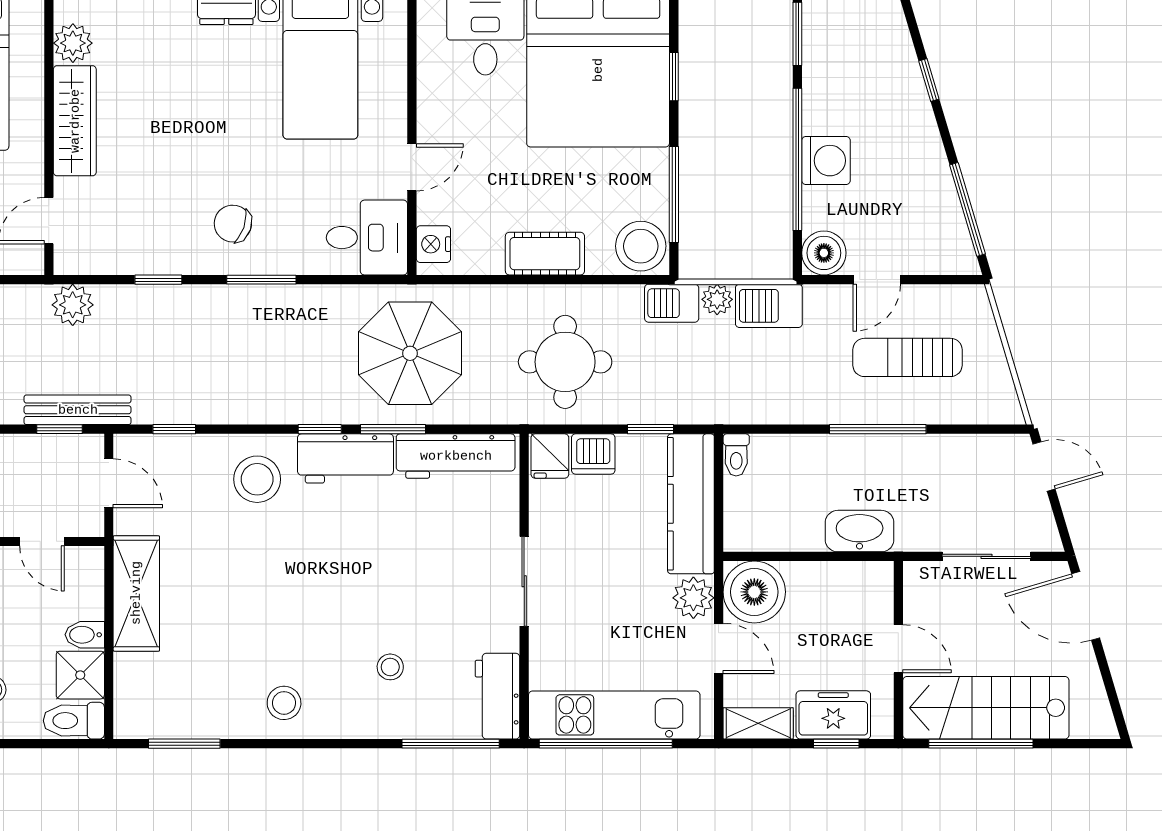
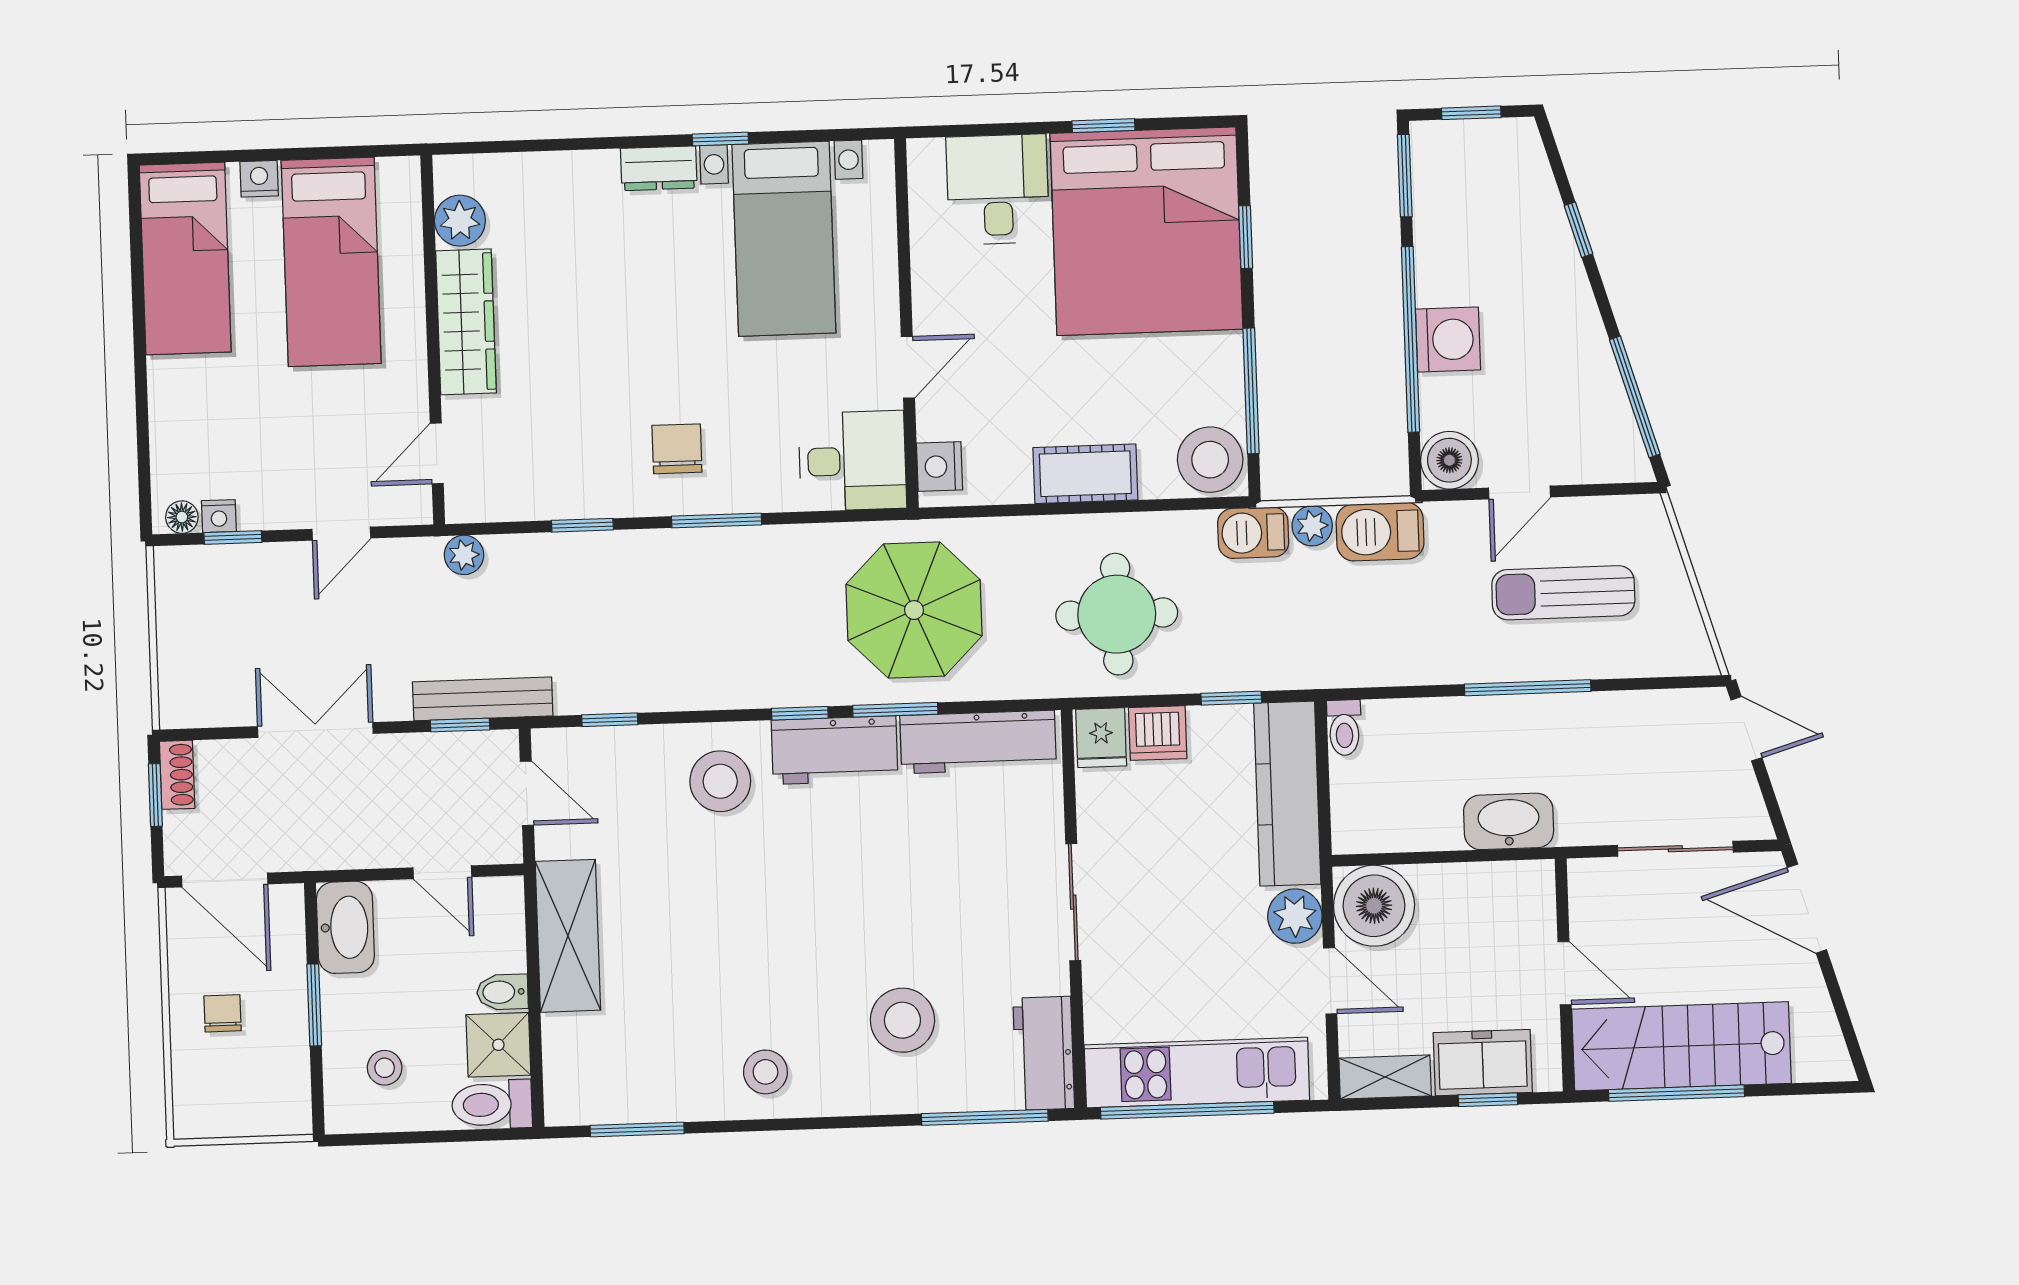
chair: (233, 224) -> (677, 449), turned 71
plant: (73, 305) -> (464, 555), width x0.73, depth x0.73
stool: (390, 667) -> (902, 1020), width x1.89, depth x1.89

